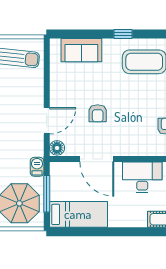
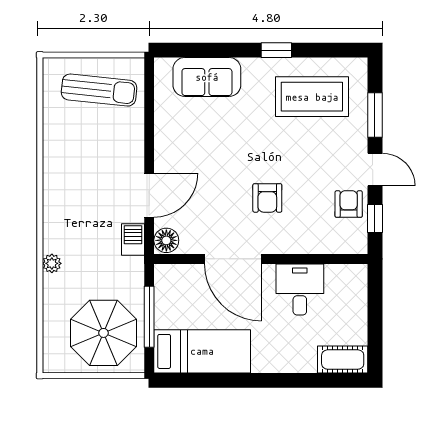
armchair: (98, 113) -> (267, 198), moved
barbecue: (37, 167) -> (133, 240), moved
desk: (142, 177) -> (300, 289), width x0.73

